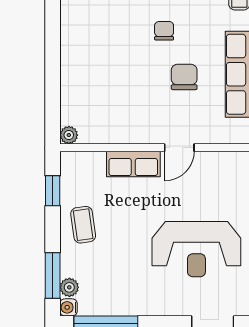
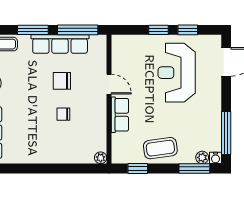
chair: (164, 31) -> (63, 114), moved
coffee table: (83, 225) -> (160, 148), width x1.36, depth x1.30
reception desk: (196, 249) -> (177, 73), turned 180

